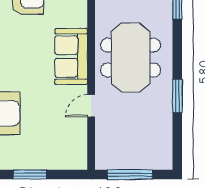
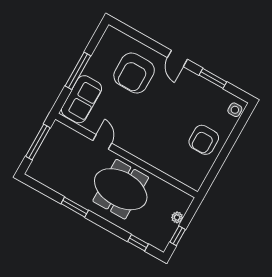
sofa: (71, 56) -> (82, 99), moved, turned 90
window: (30, 175) -> (78, 71), width x1.44

